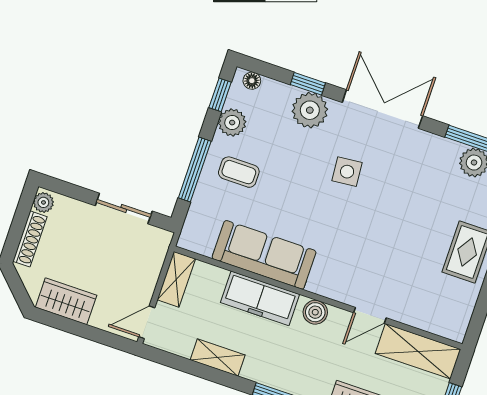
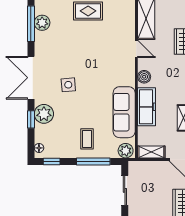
plant: (232, 123) -> (126, 151), moved

